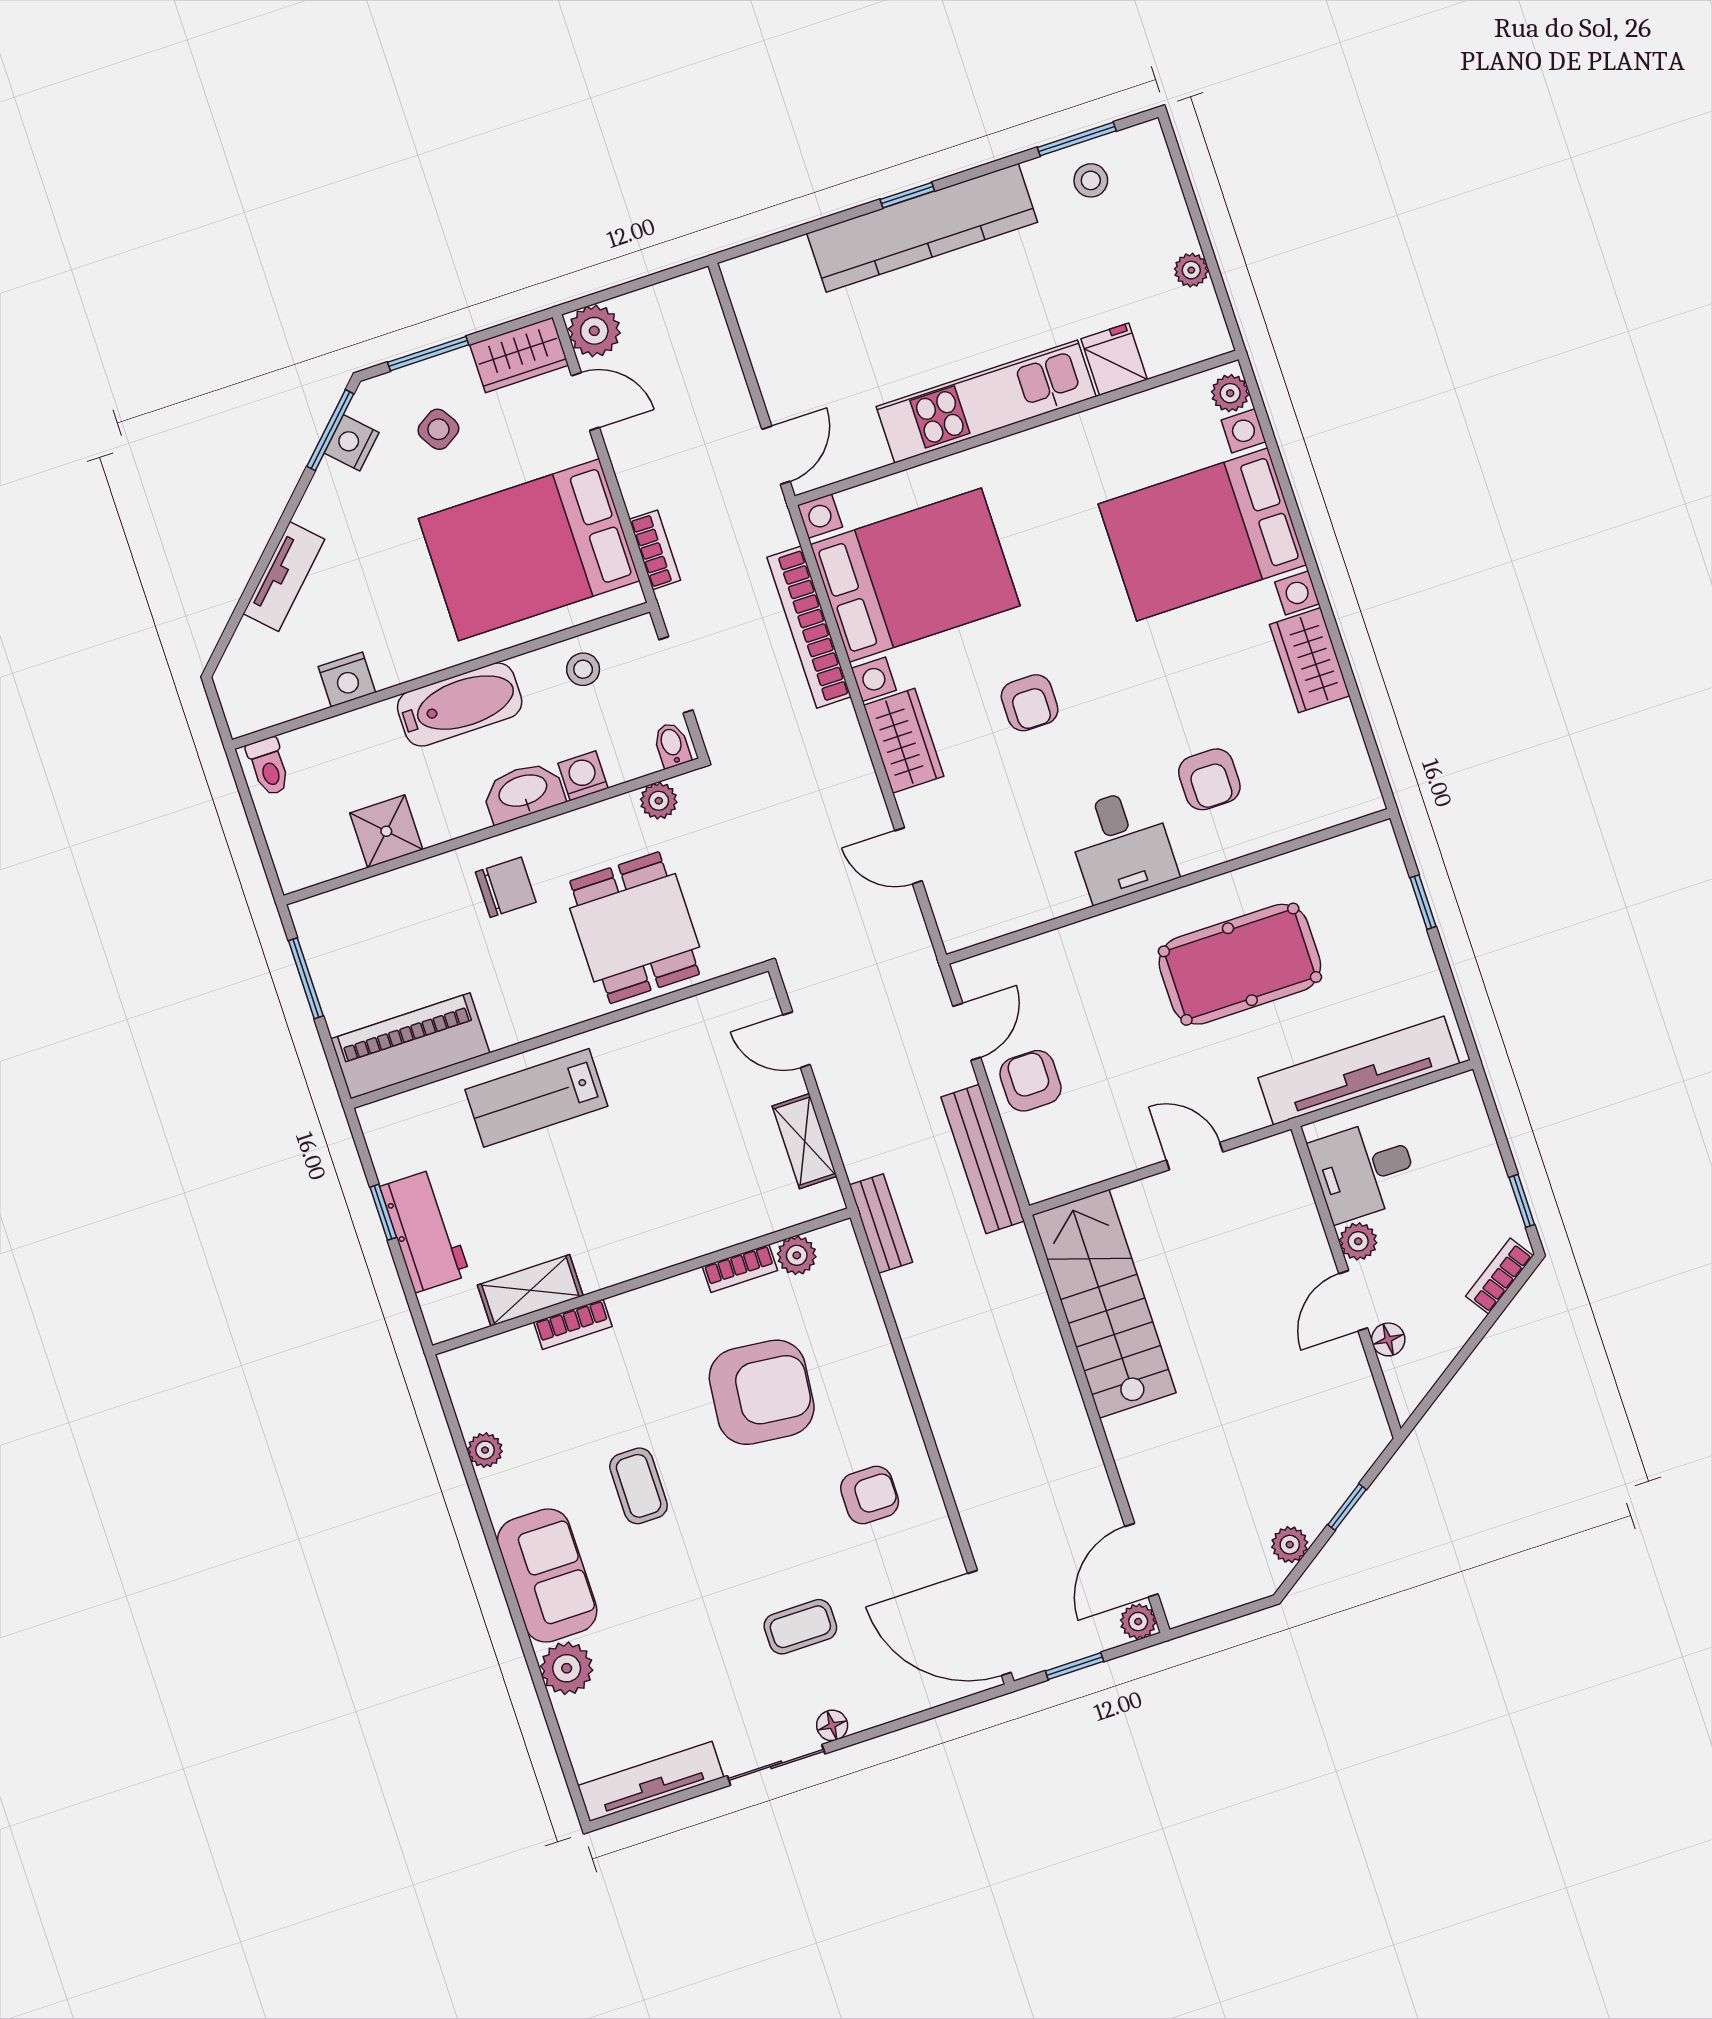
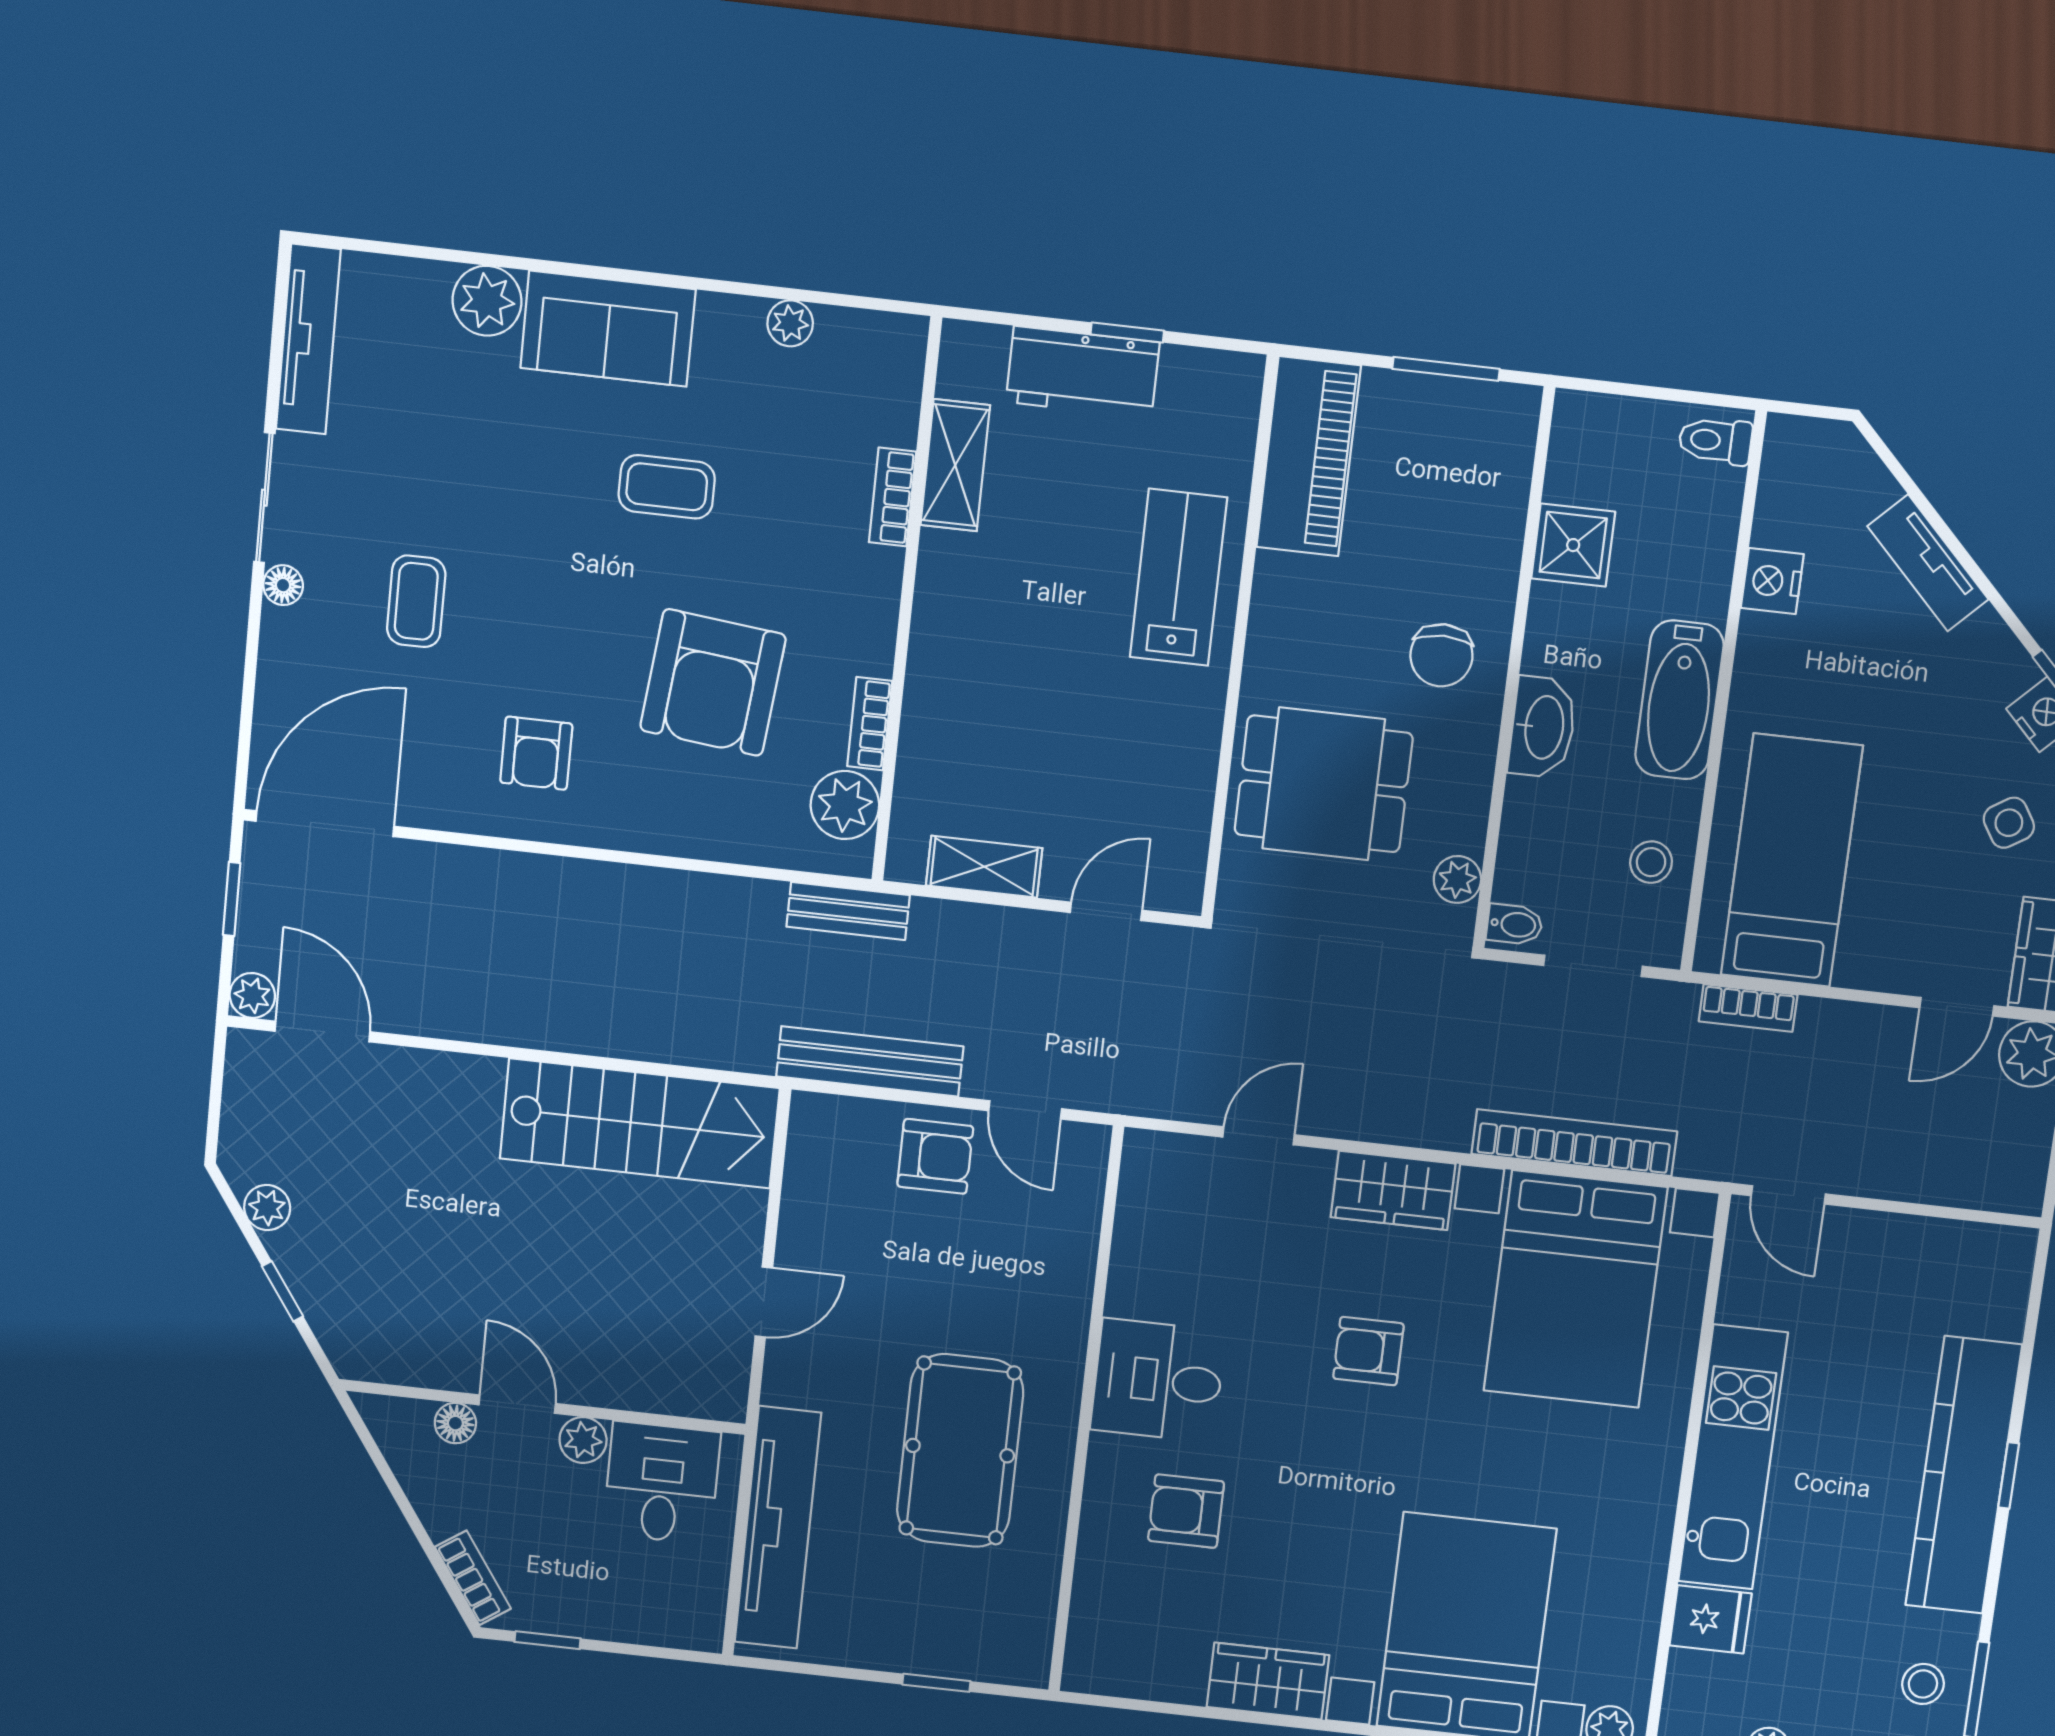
bed: (529, 550) -> (1792, 860), width x0.67
washing machine: (583, 776) -> (1528, 805), removed
plant: (797, 1255) -> (845, 805), width x1.38, depth x1.38

